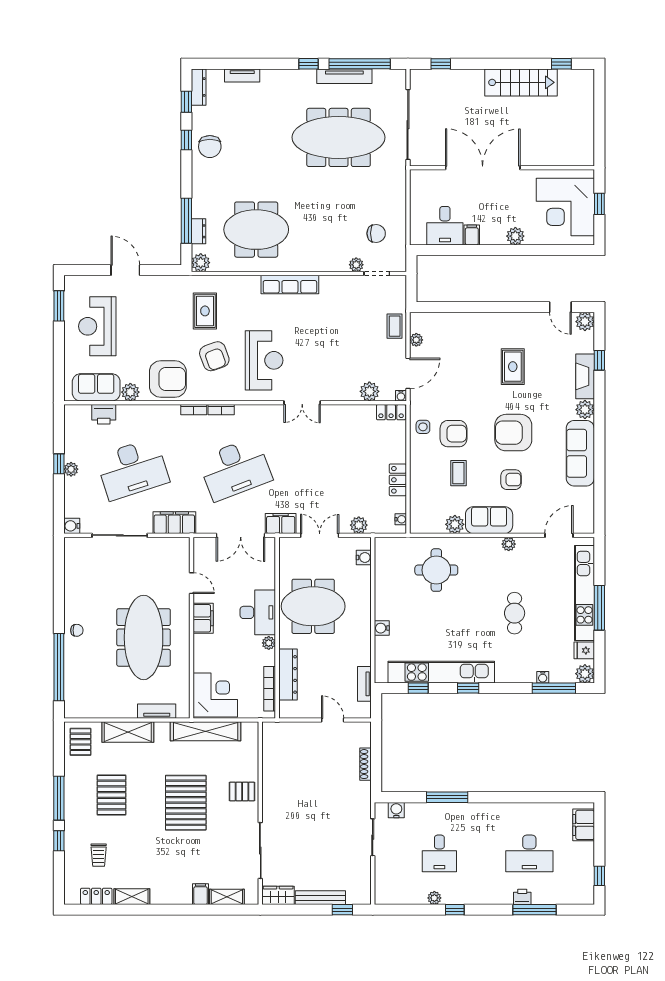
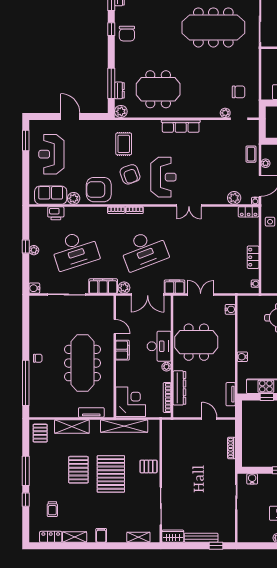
armchair: (168, 379) -> (99, 190), turned 180
plant: (359, 525) -> (124, 288), moved
pallet: (112, 795) -> (78, 470), moved
filing cabinet: (201, 894) -> (101, 535), moved

